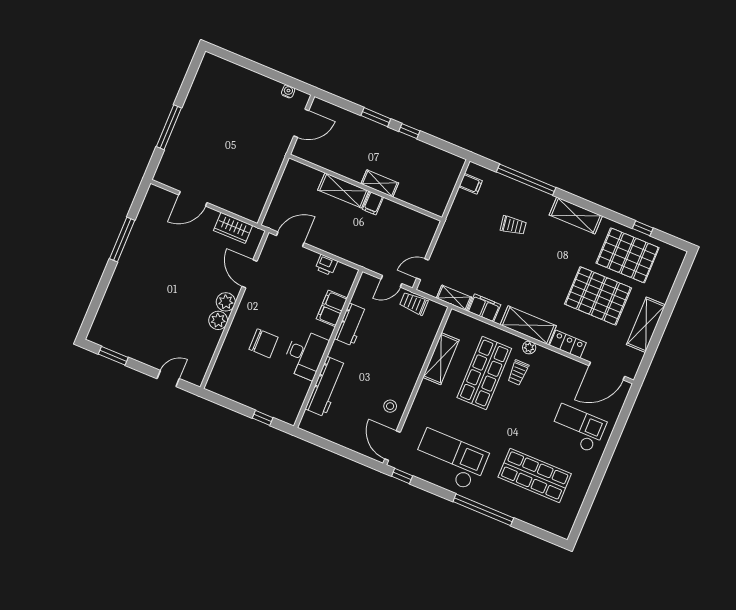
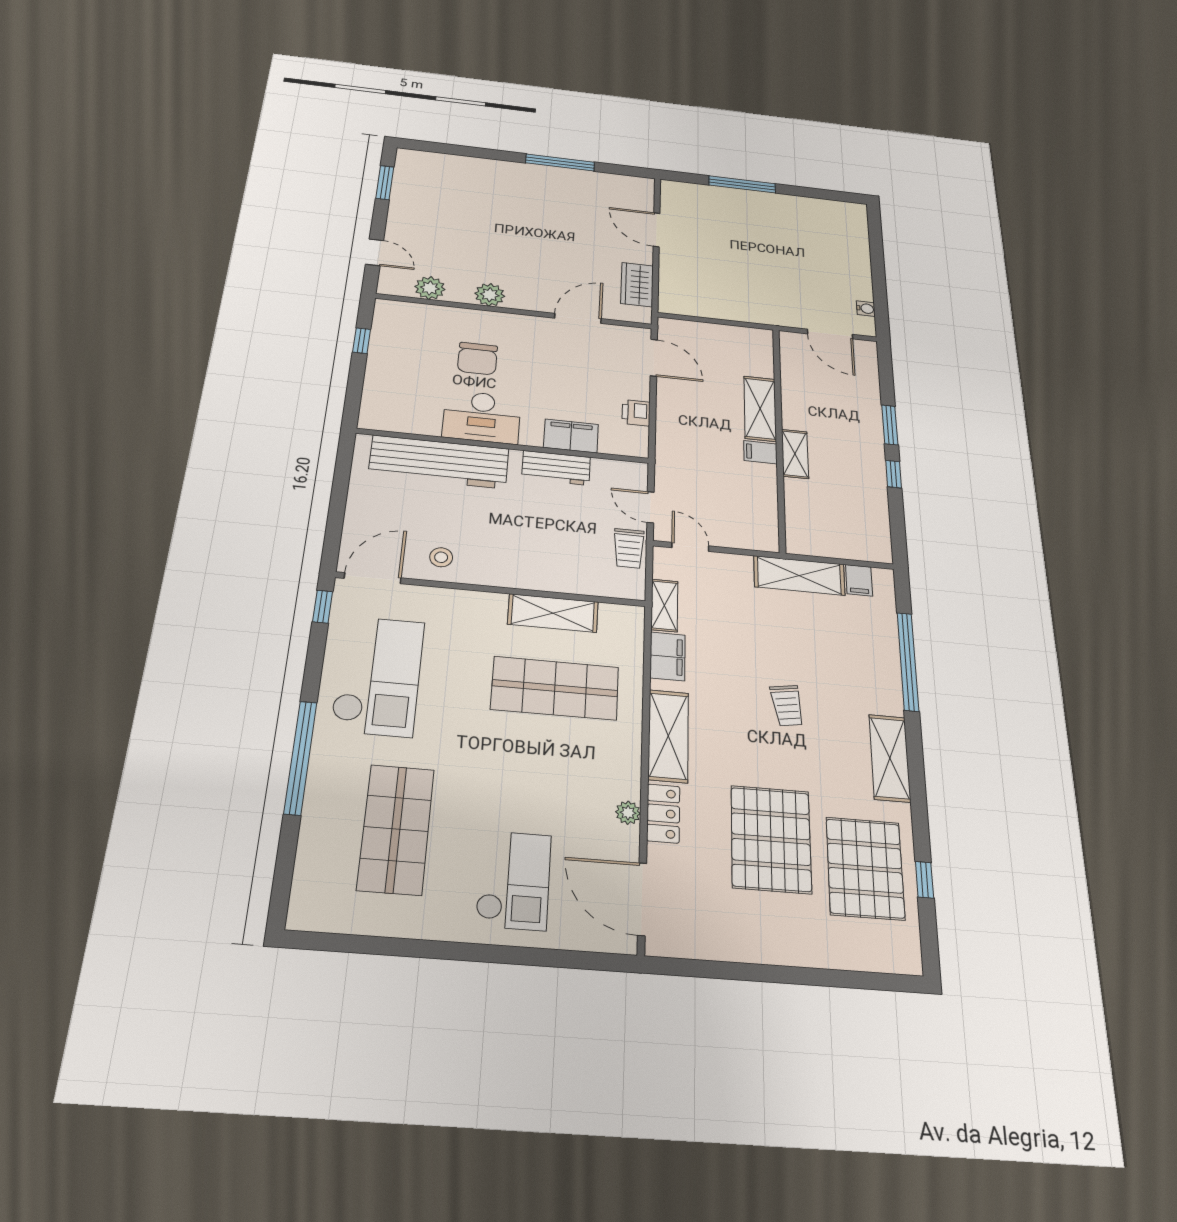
trolley: (513, 225) -> (787, 706), moved
plant: (226, 302) -> (430, 288), moved
trolley: (414, 303) -> (629, 548), turned 180
shelving: (646, 325) -> (799, 575), moved
plant: (529, 348) -> (628, 813), moved
trolley: (518, 373) -> (578, 744), removed
workbench: (326, 387) -> (439, 462), width x1.36, depth x1.32
window: (263, 418) -> (362, 341), moved

